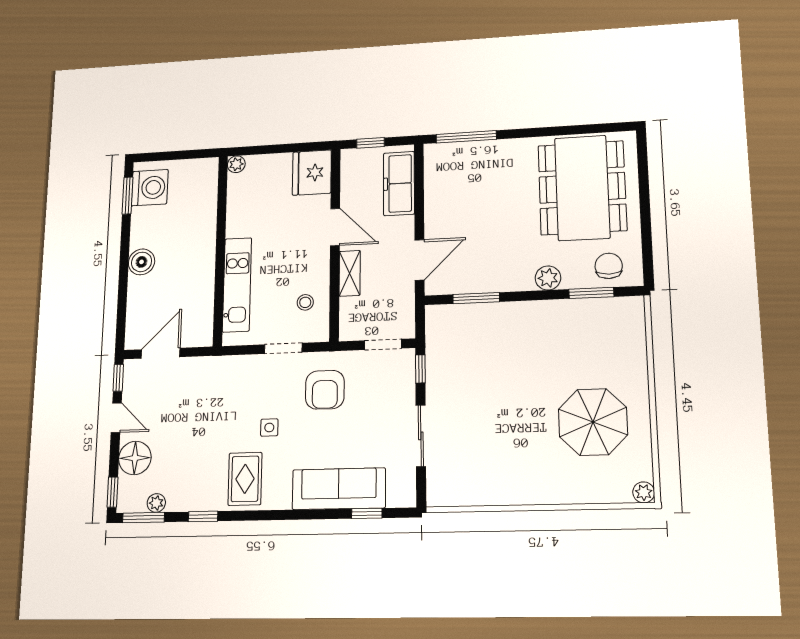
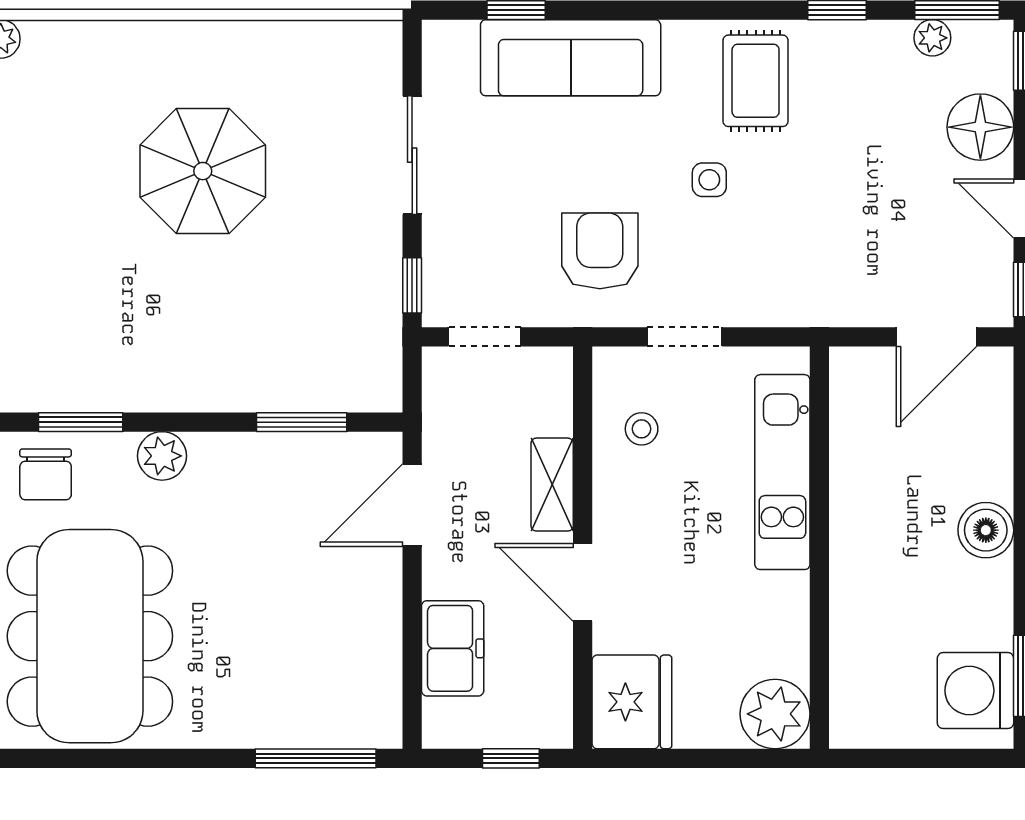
plant: (236, 164) -> (775, 714), width x1.88, depth x1.88
freezer: (399, 183) -> (453, 648), width x0.71
parasol: (593, 422) -> (203, 171), moved

